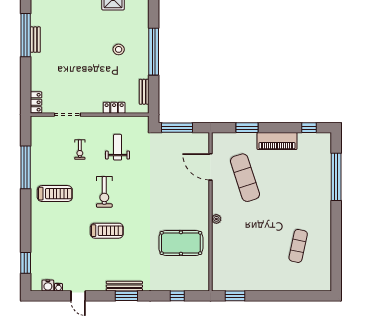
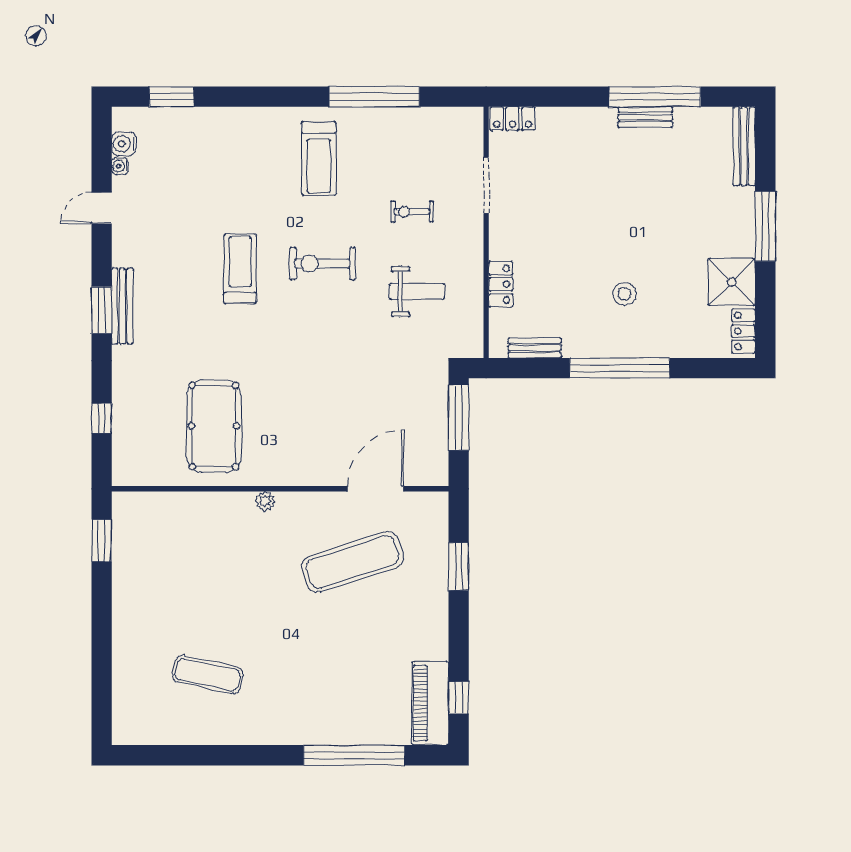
piano: (277, 141) -> (430, 703), moved
treadmill: (107, 231) -> (240, 269), turned 180

